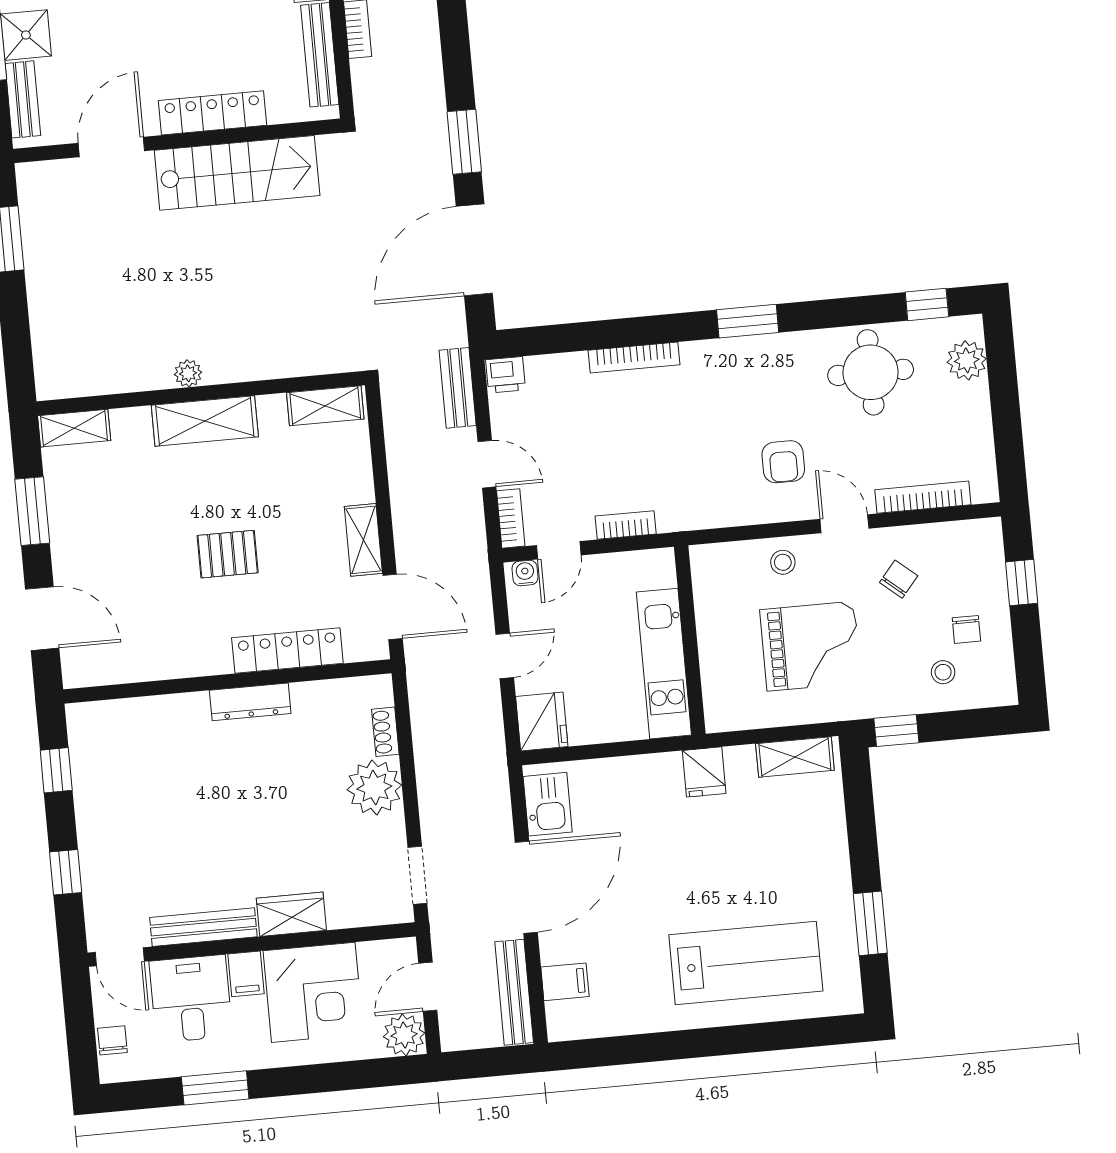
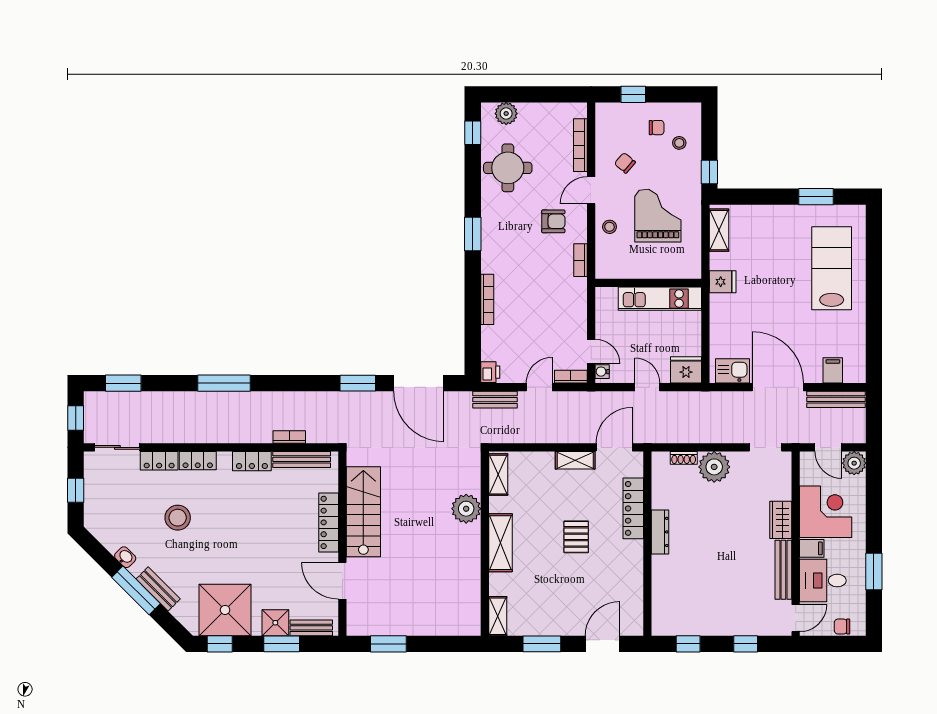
plant: (188, 373) -> (466, 509), moved, width x1.88, depth x1.88
bookcase: (626, 525) -> (580, 260), moved

